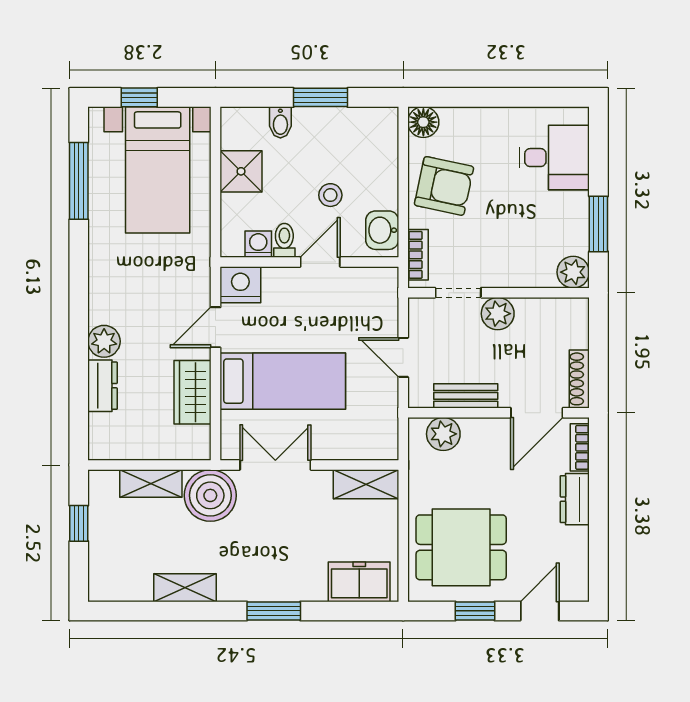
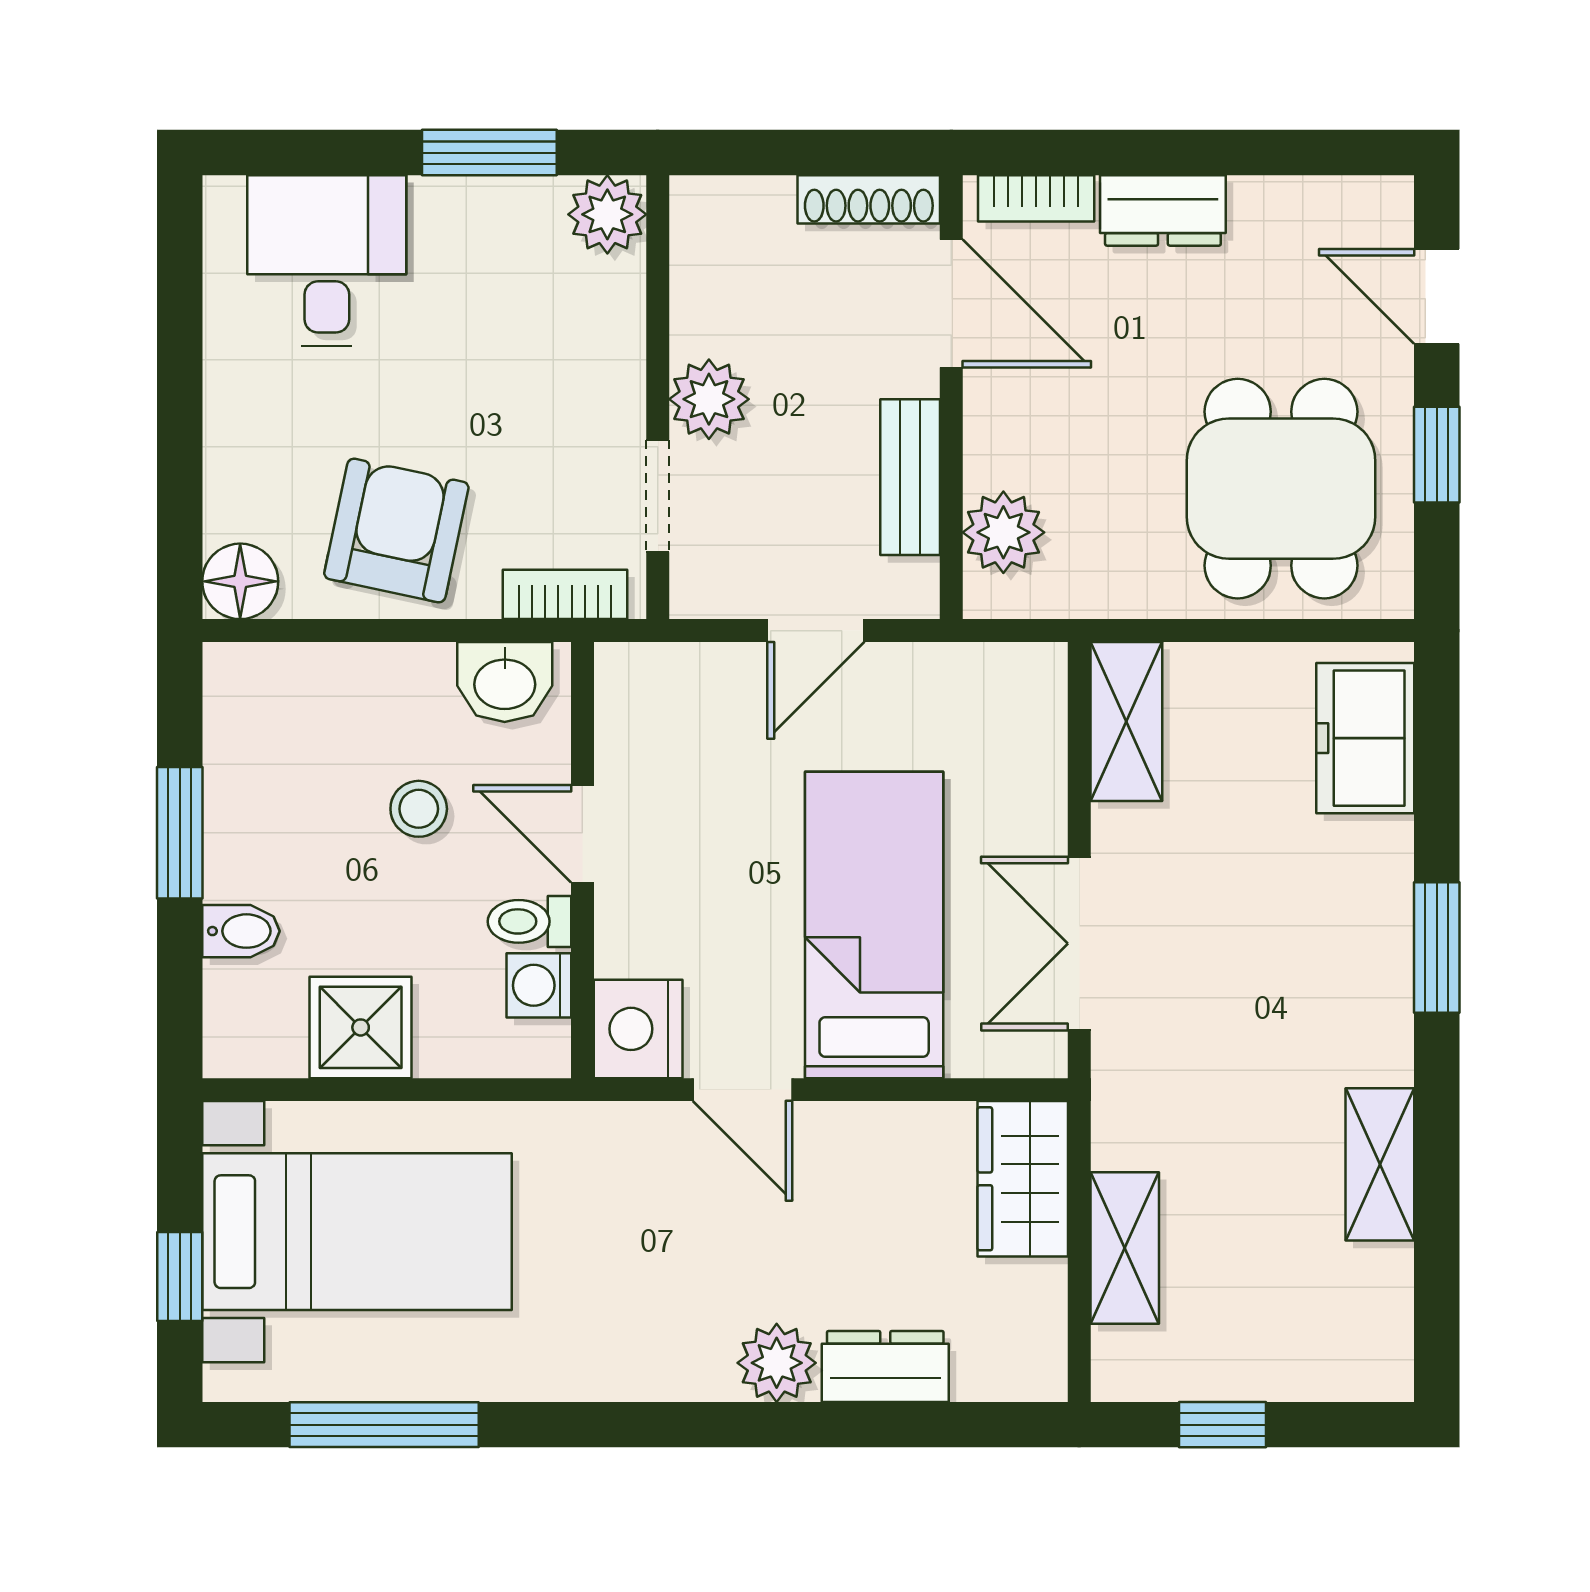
wardrobe: (193, 392) -> (1023, 1179), moved, turned 90
boiler: (210, 495) -> (1154, 1103), removed

